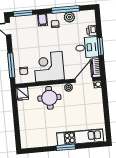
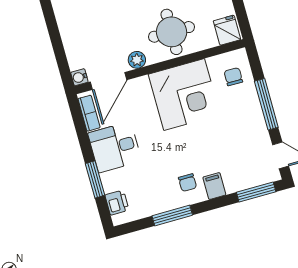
window: (65, 10) -> (172, 216), width x0.69
plant: (69, 17) -> (161, 202), removed
printer: (92, 31) -> (117, 203), moved
window: (100, 47) -> (95, 179), moved
window: (11, 65) -> (266, 104), moved

